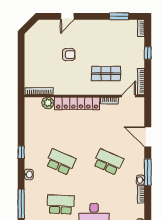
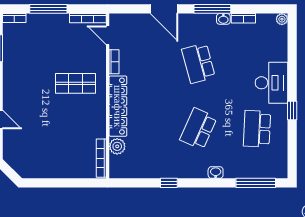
window: (148, 53) -> (48, 9), width x2.17
armchair: (69, 55) -> (51, 118), removed
shop shelf: (106, 74) -> (75, 83), moved, turned 90
door: (148, 137) -> (164, 9), hinge flipped
window: (21, 152) -> (169, 183), moved
school desk: (108, 162) -> (198, 63), turned -39

